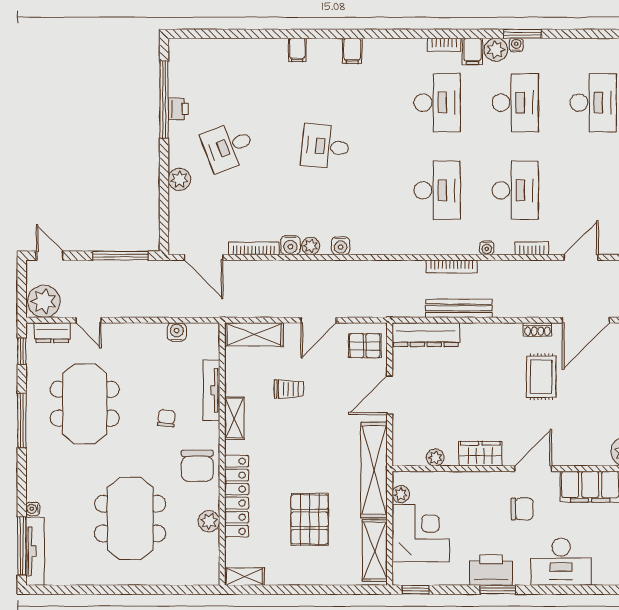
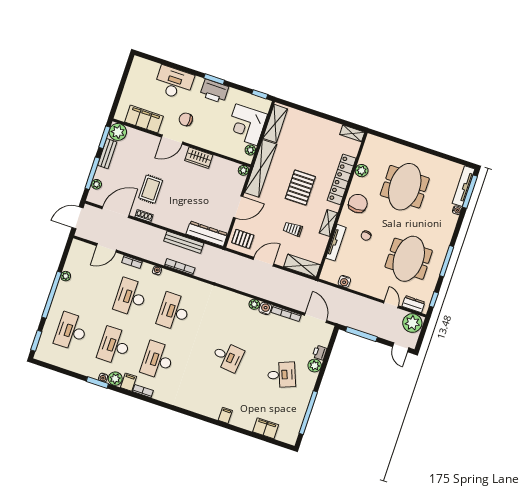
filing cabinet: (352, 51) -> (266, 428), moved, width x2.00
printer: (178, 109) -> (320, 353), moved
water cooler: (341, 246) -> (238, 299), removed
plant: (435, 458) -> (243, 170), moved
pallet: (310, 519) -> (300, 188), moved

